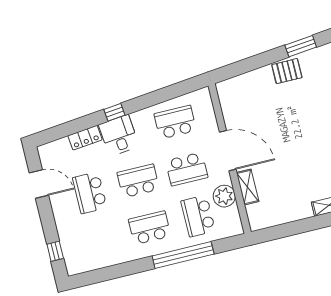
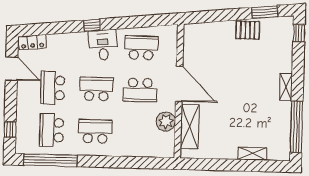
desk: (119, 135) -> (103, 45), moved
locker: (85, 138) -> (32, 42), moved
shelving: (248, 187) -> (190, 127), width x1.50, depth x1.33
school desk: (198, 216) -> (52, 130), moved
window: (183, 255) -> (50, 160), moved

